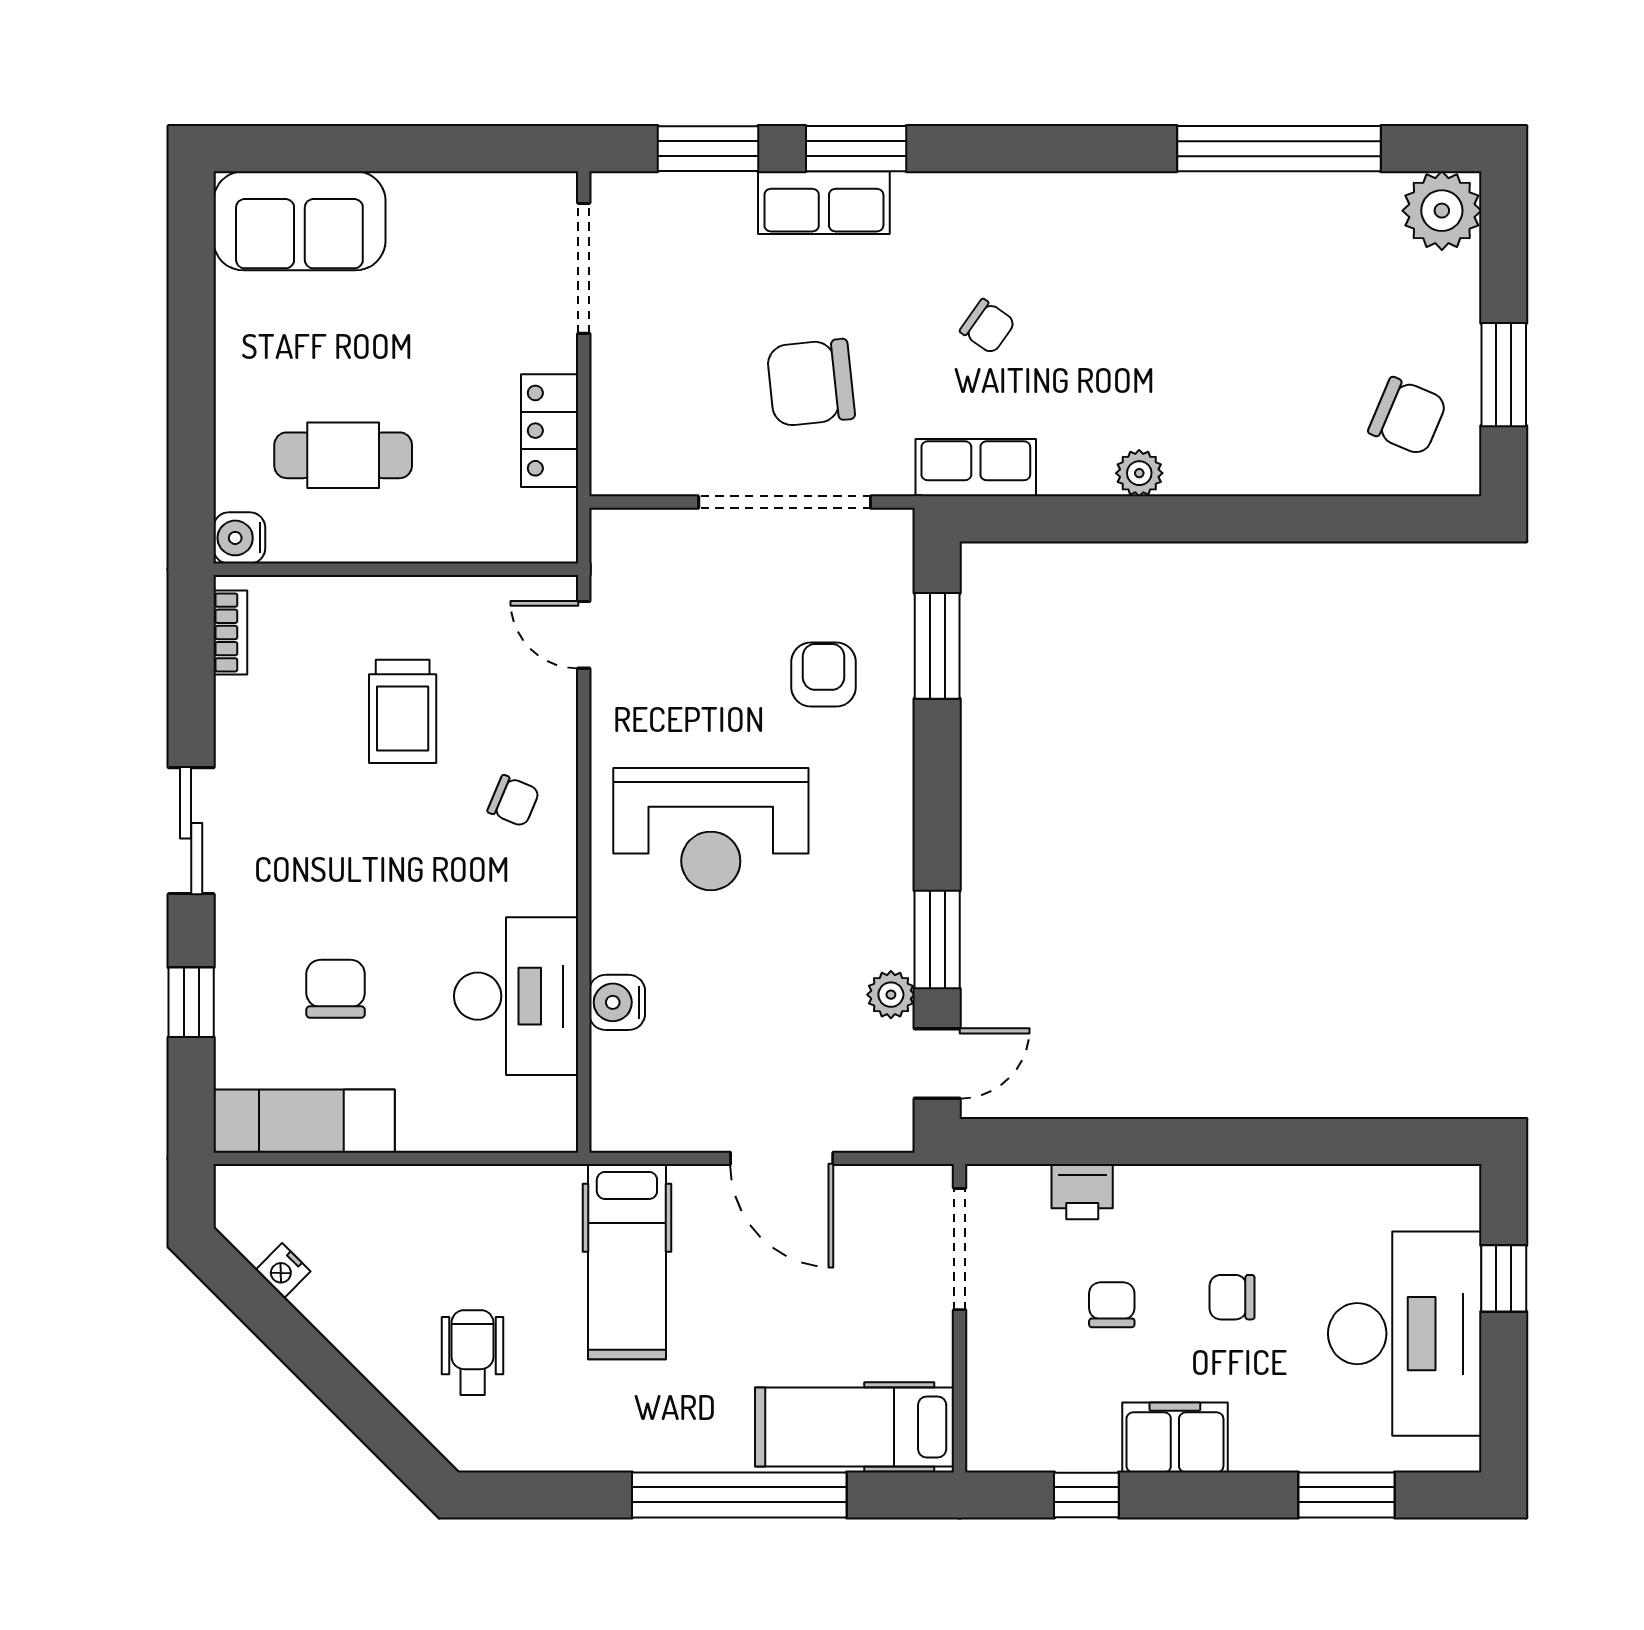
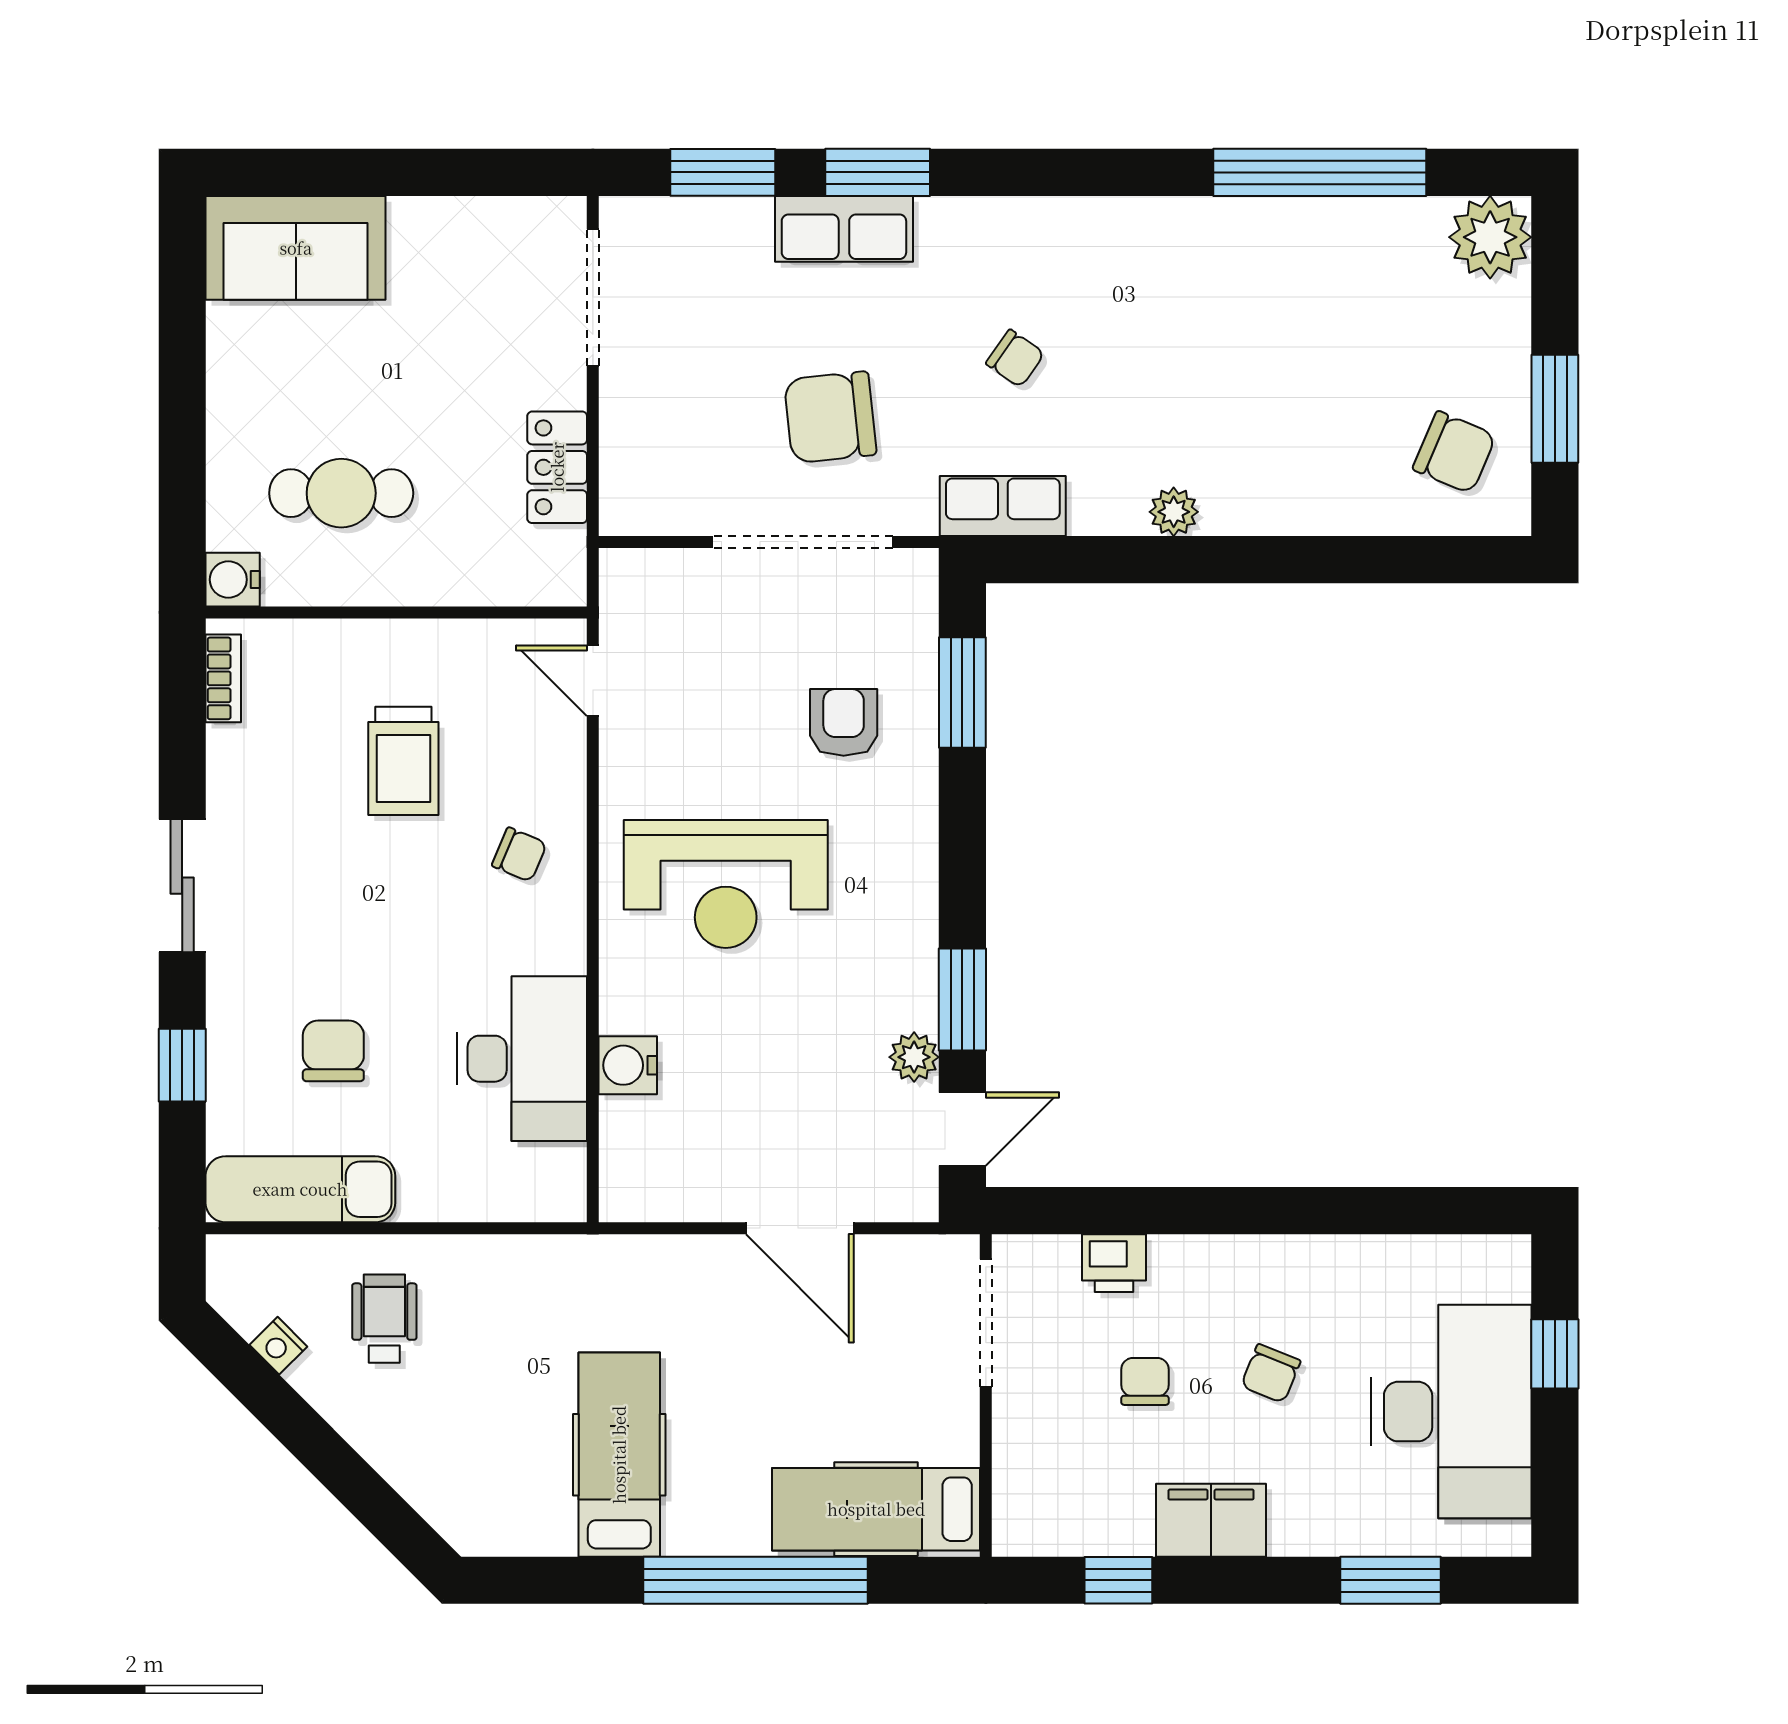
hospital bed: (627, 1262) -> (619, 1455), moved, turned 180
chair: (1232, 1297) -> (1271, 1373), turned -68
wheelchair: (473, 1352) -> (384, 1319), moved

